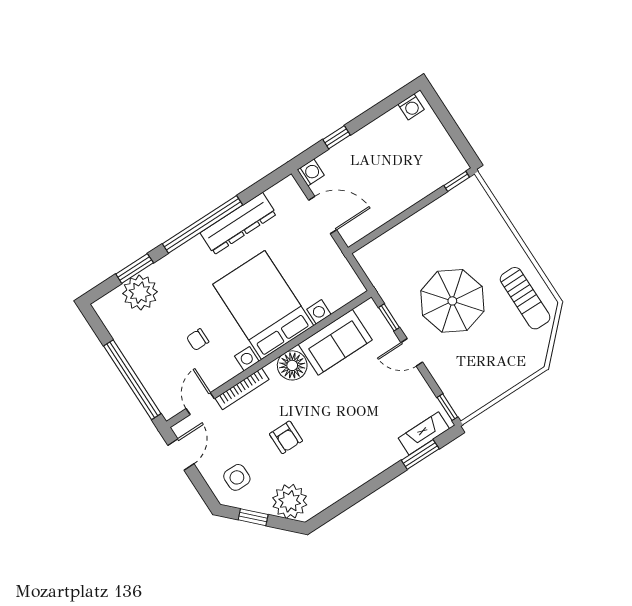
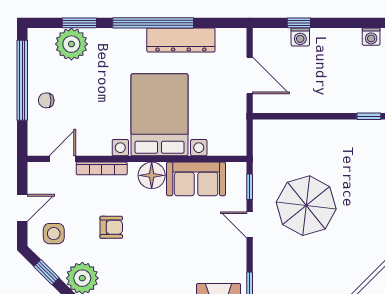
washing machine: (311, 172) -> (300, 37), moved, turned 90
sun lounger: (525, 298) -> (363, 240), removed
chair: (198, 340) -> (46, 100), moved
window: (132, 380) -> (22, 80), moved
armchair: (286, 437) -> (111, 227), turned -90
door: (181, 454) -> (22, 208), moved

